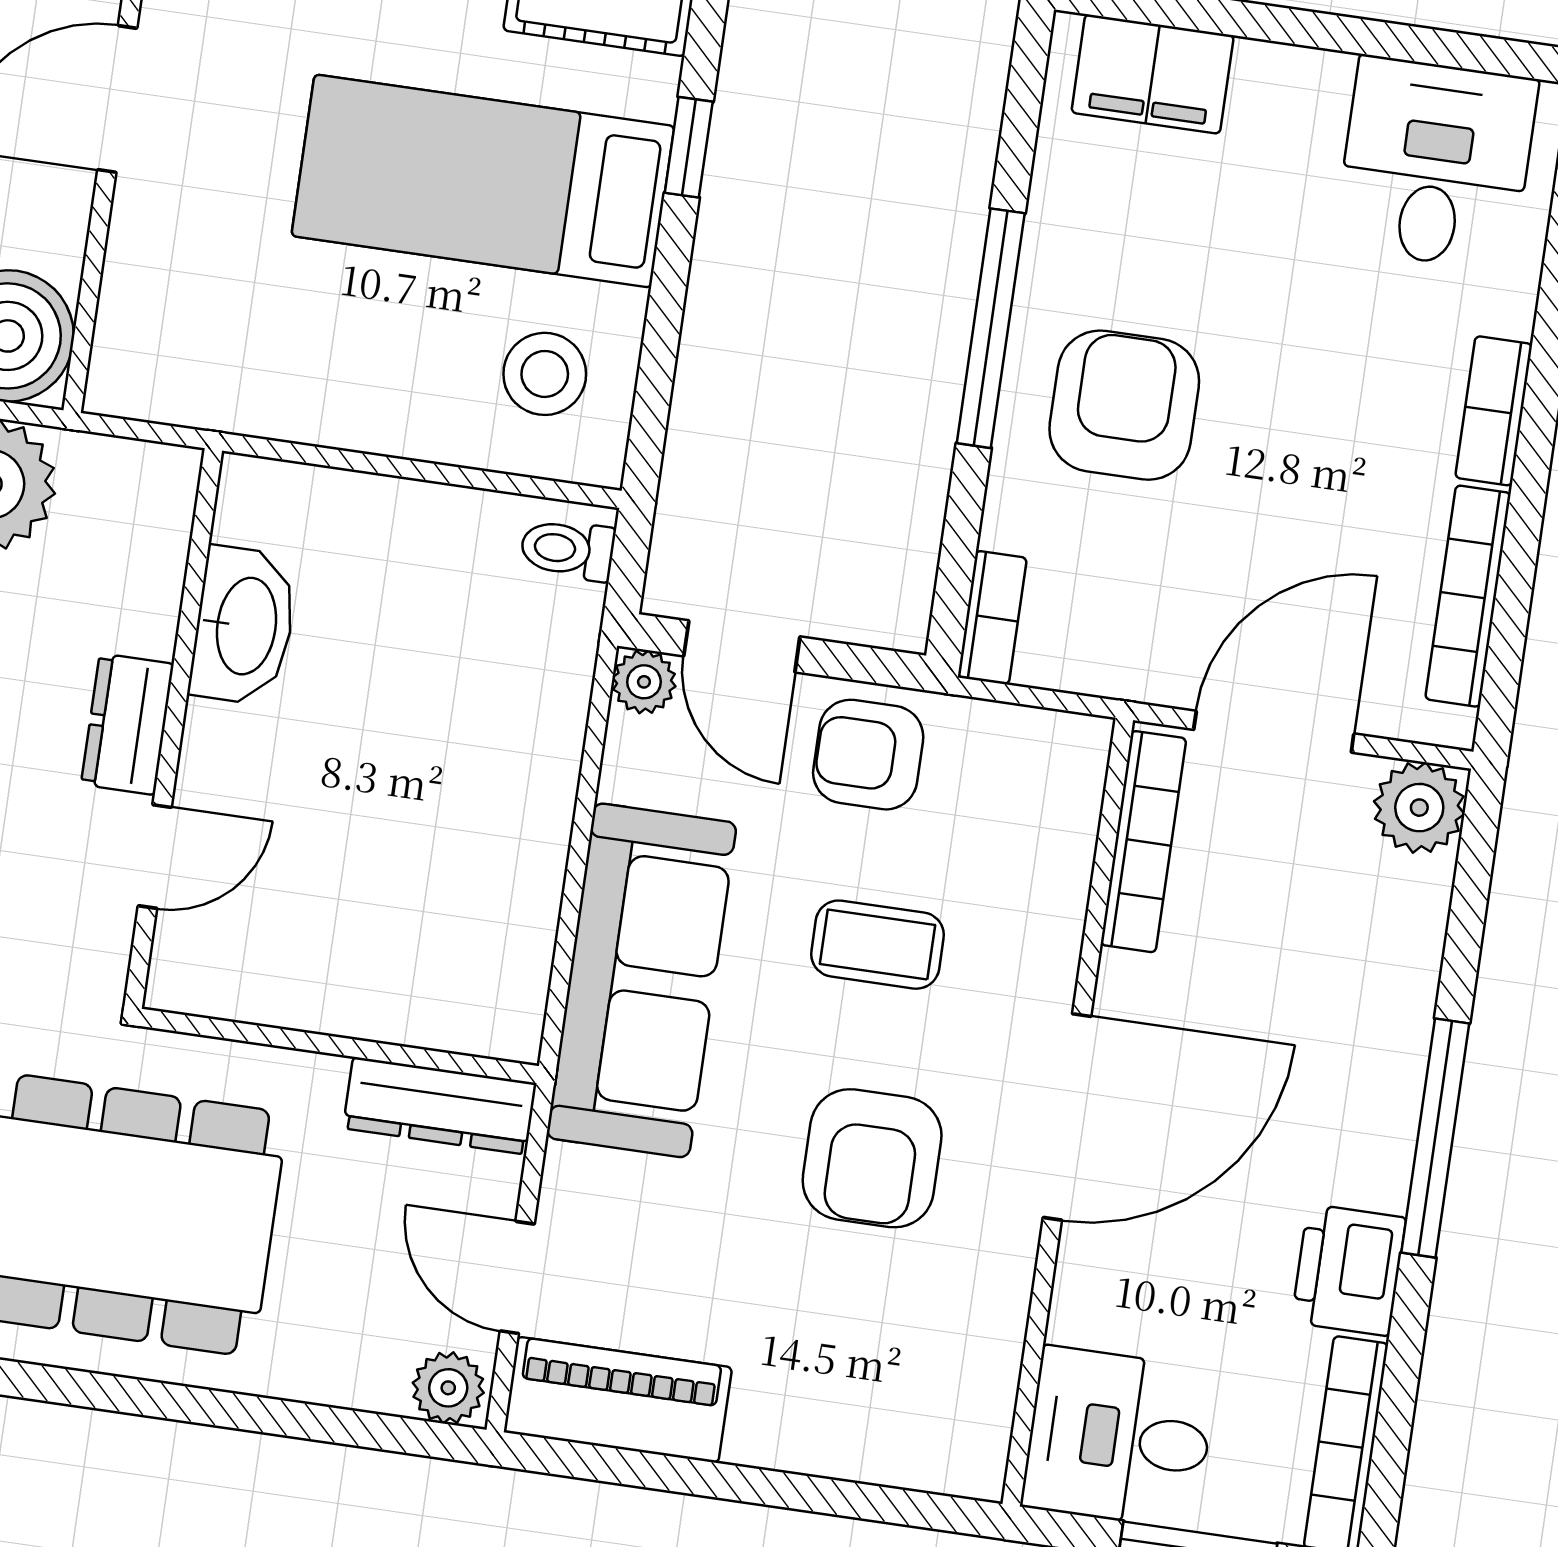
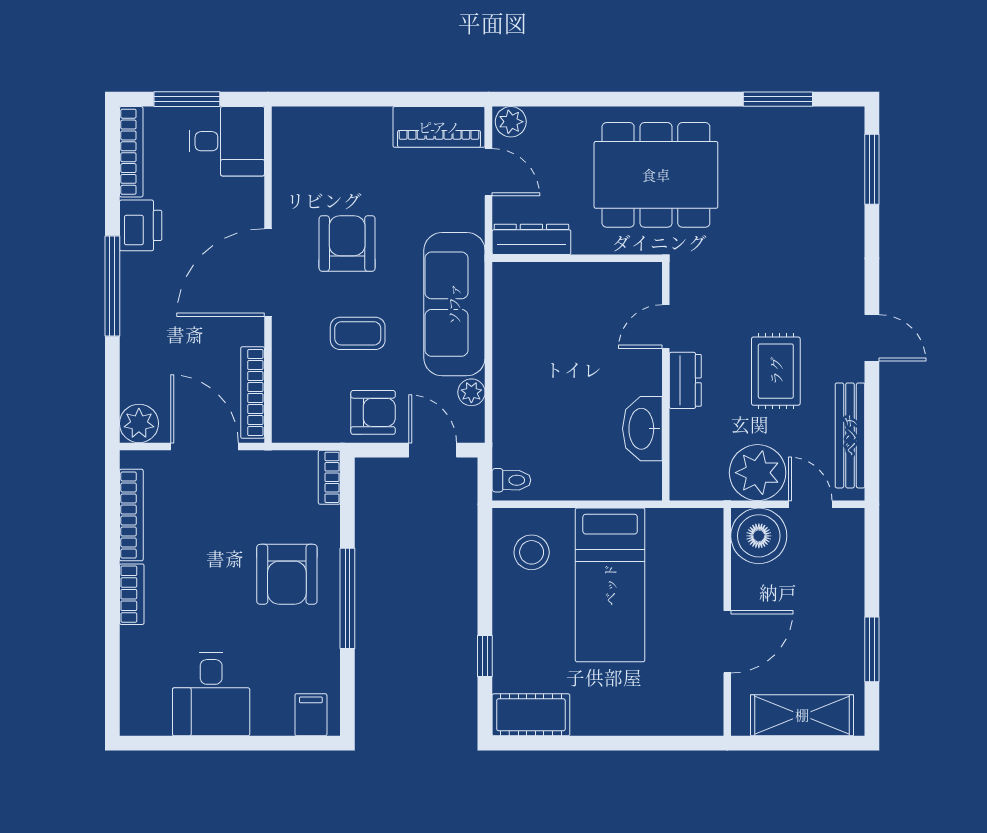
filing cabinet: (1153, 74) -> (311, 715), width x0.50
desk: (1436, 163) -> (211, 694), moved
bed: (483, 181) -> (610, 585), moved, turned 90
plant: (644, 682) -> (471, 392), moved
door: (1274, 732) -> (205, 446), swing flipped

